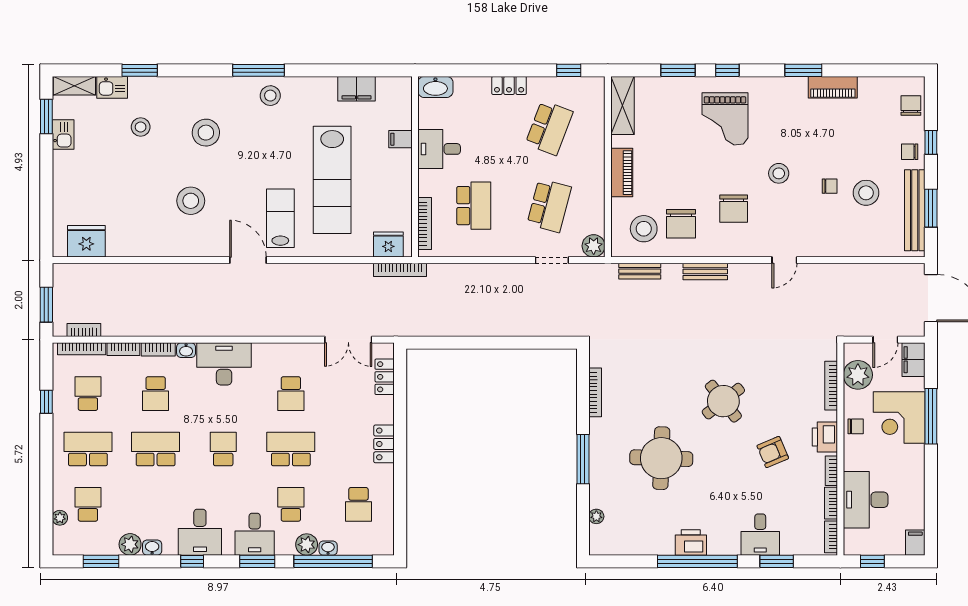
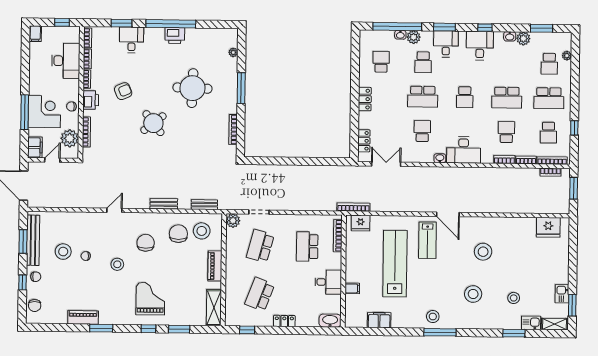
washbasin: (186, 350) -> (440, 158), moved

